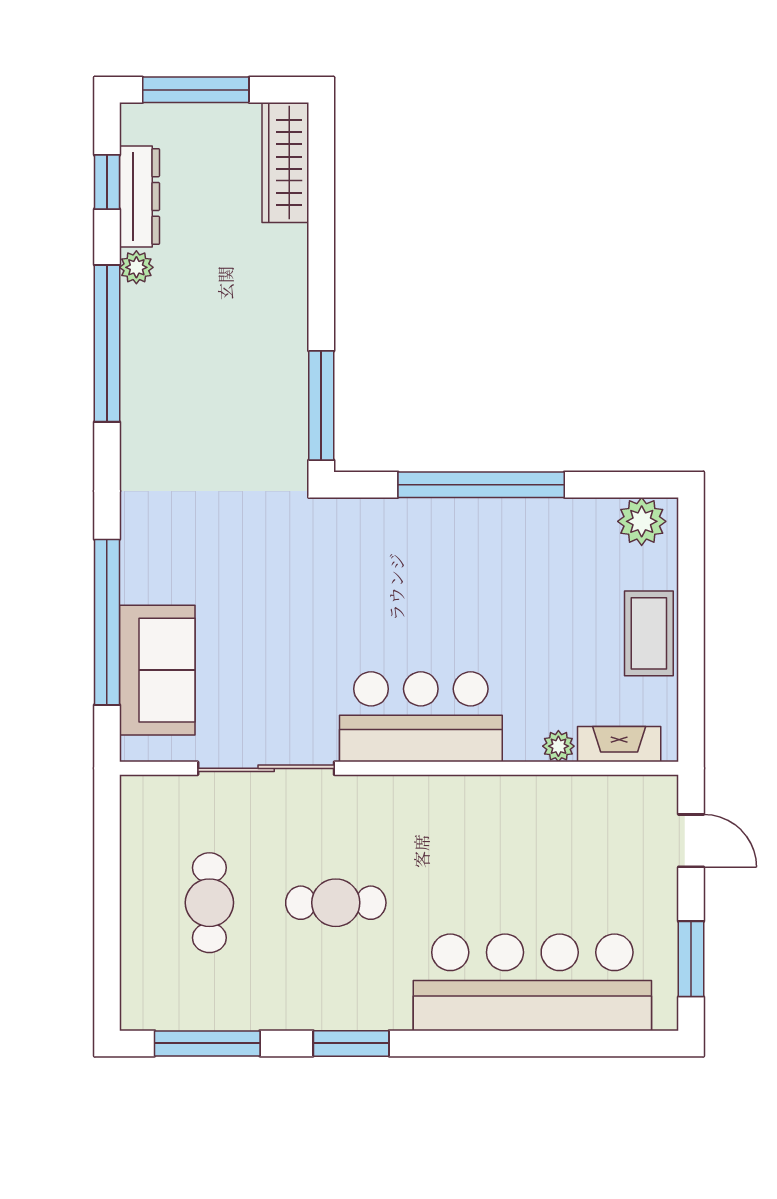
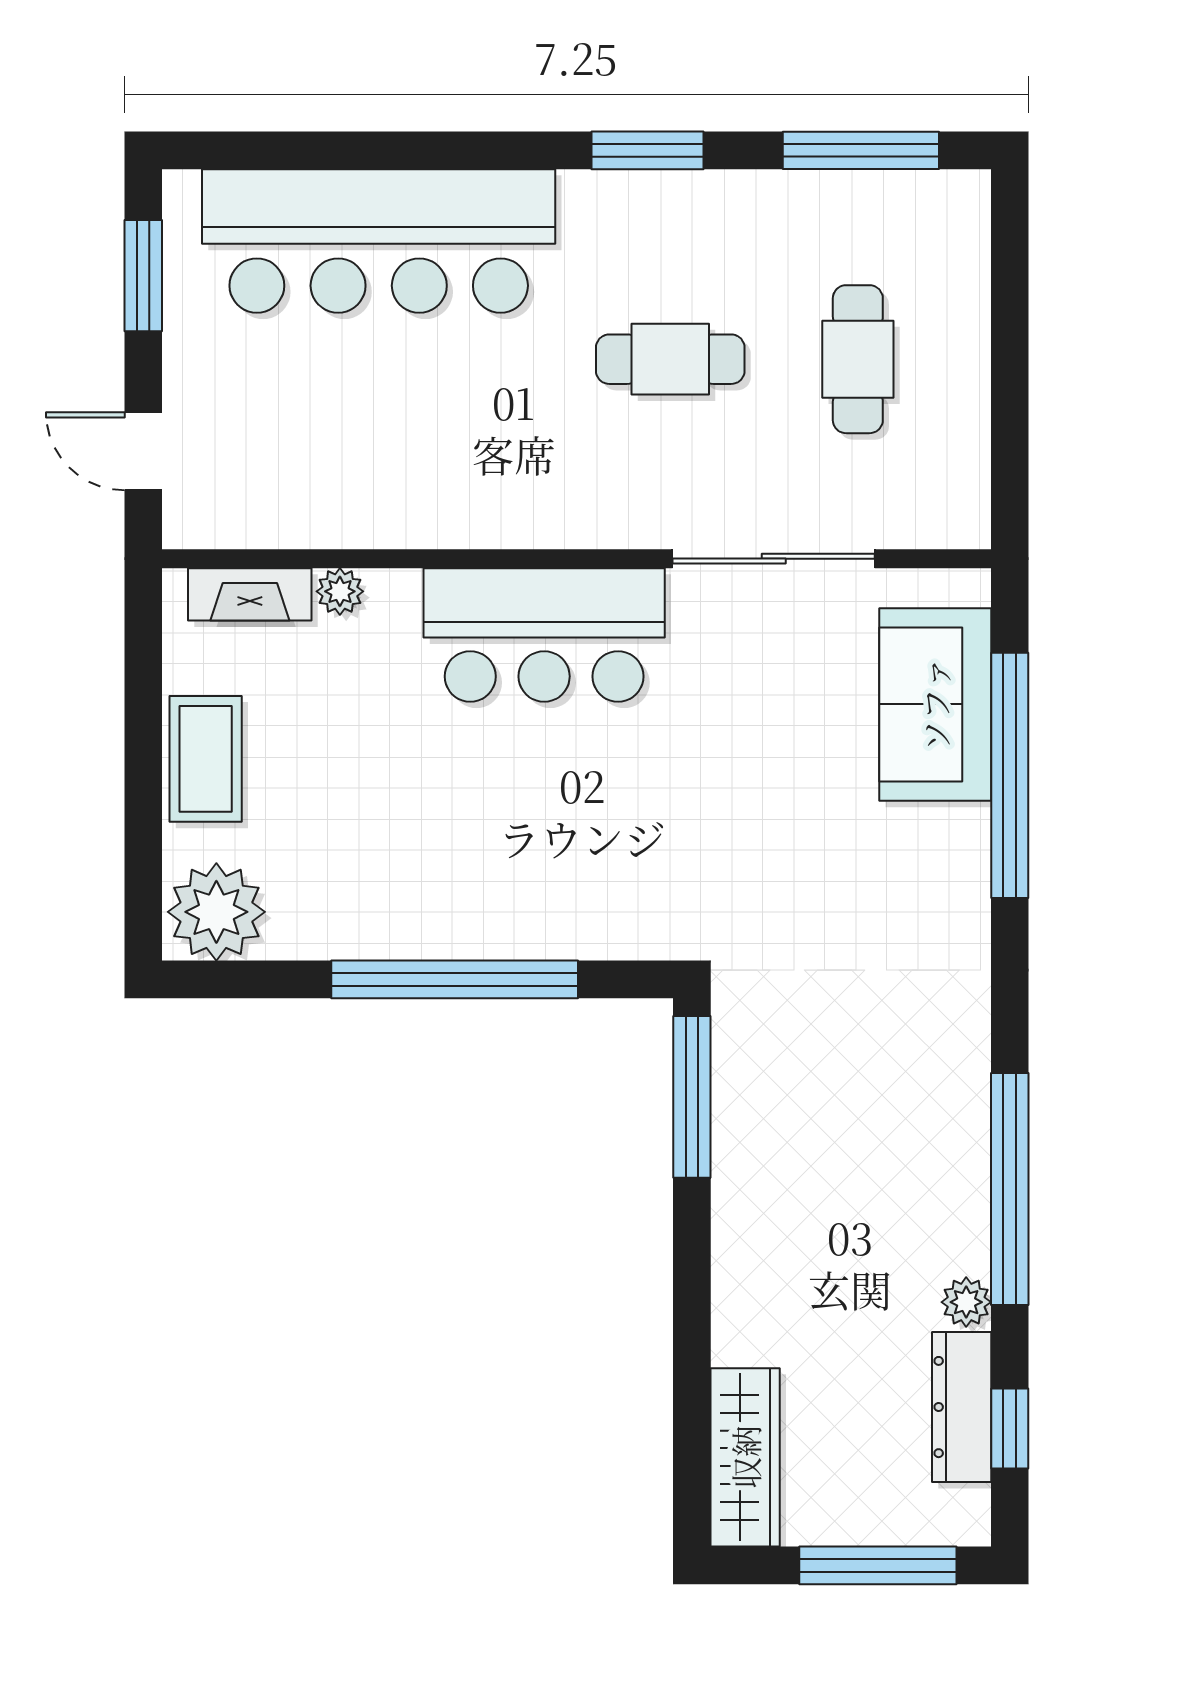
plant: (642, 521) -> (216, 912), width x1.36, depth x1.36

